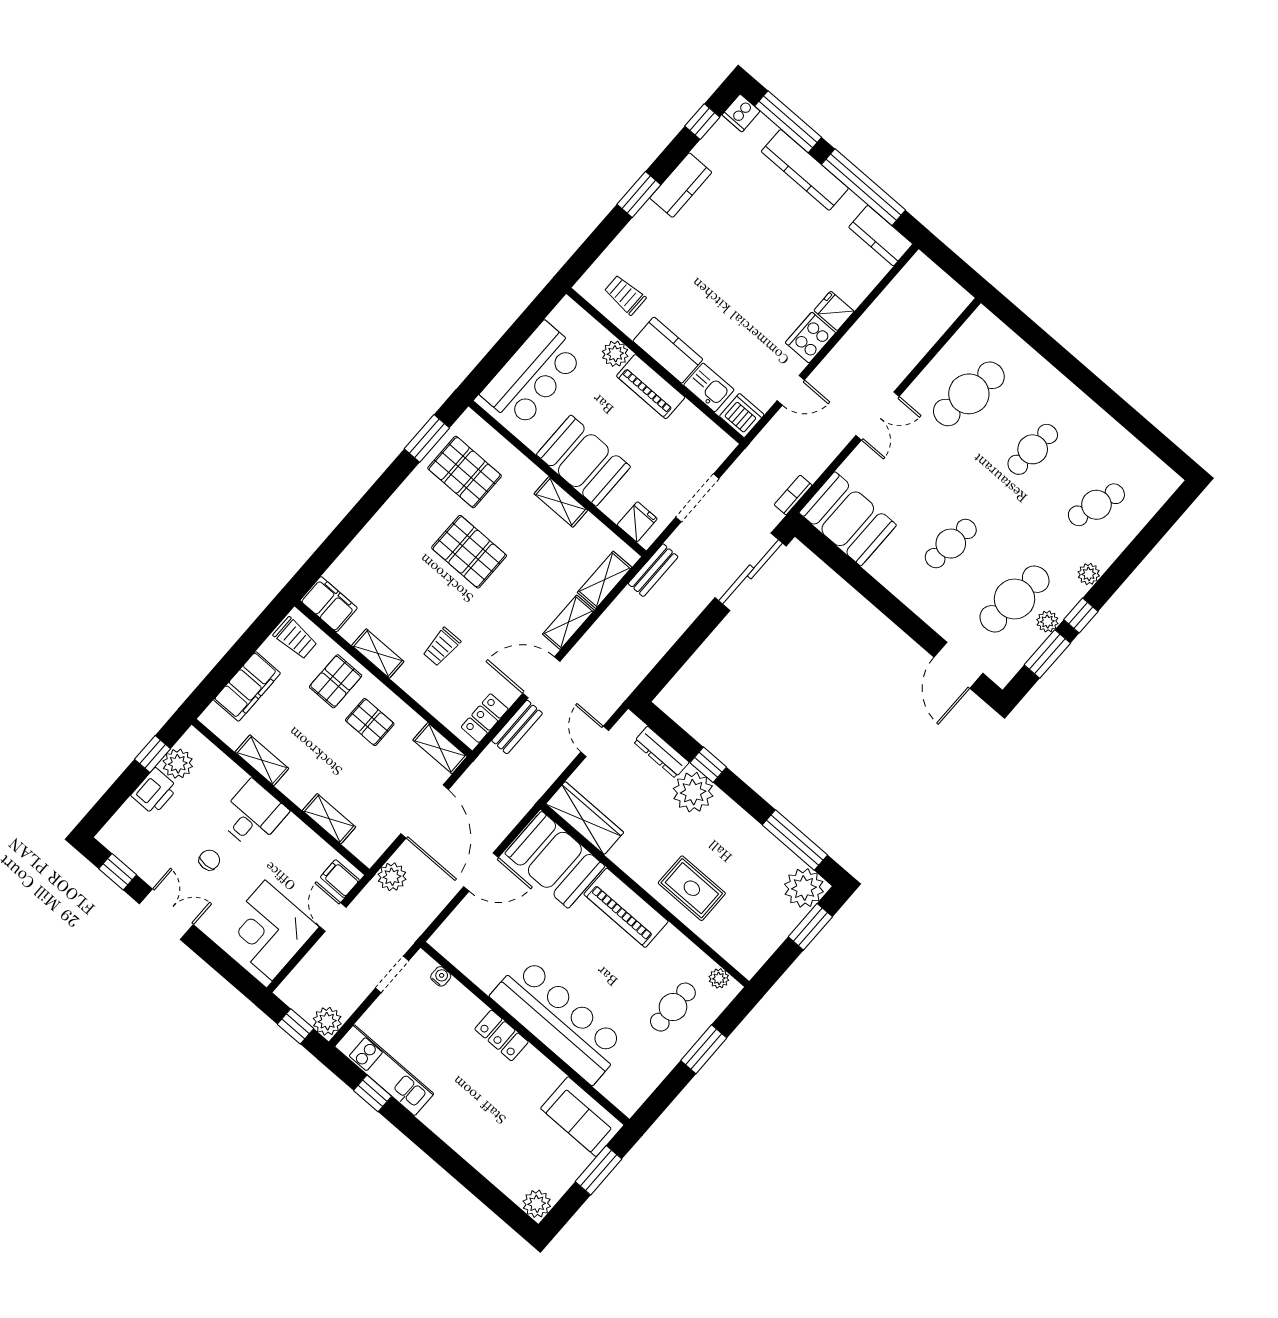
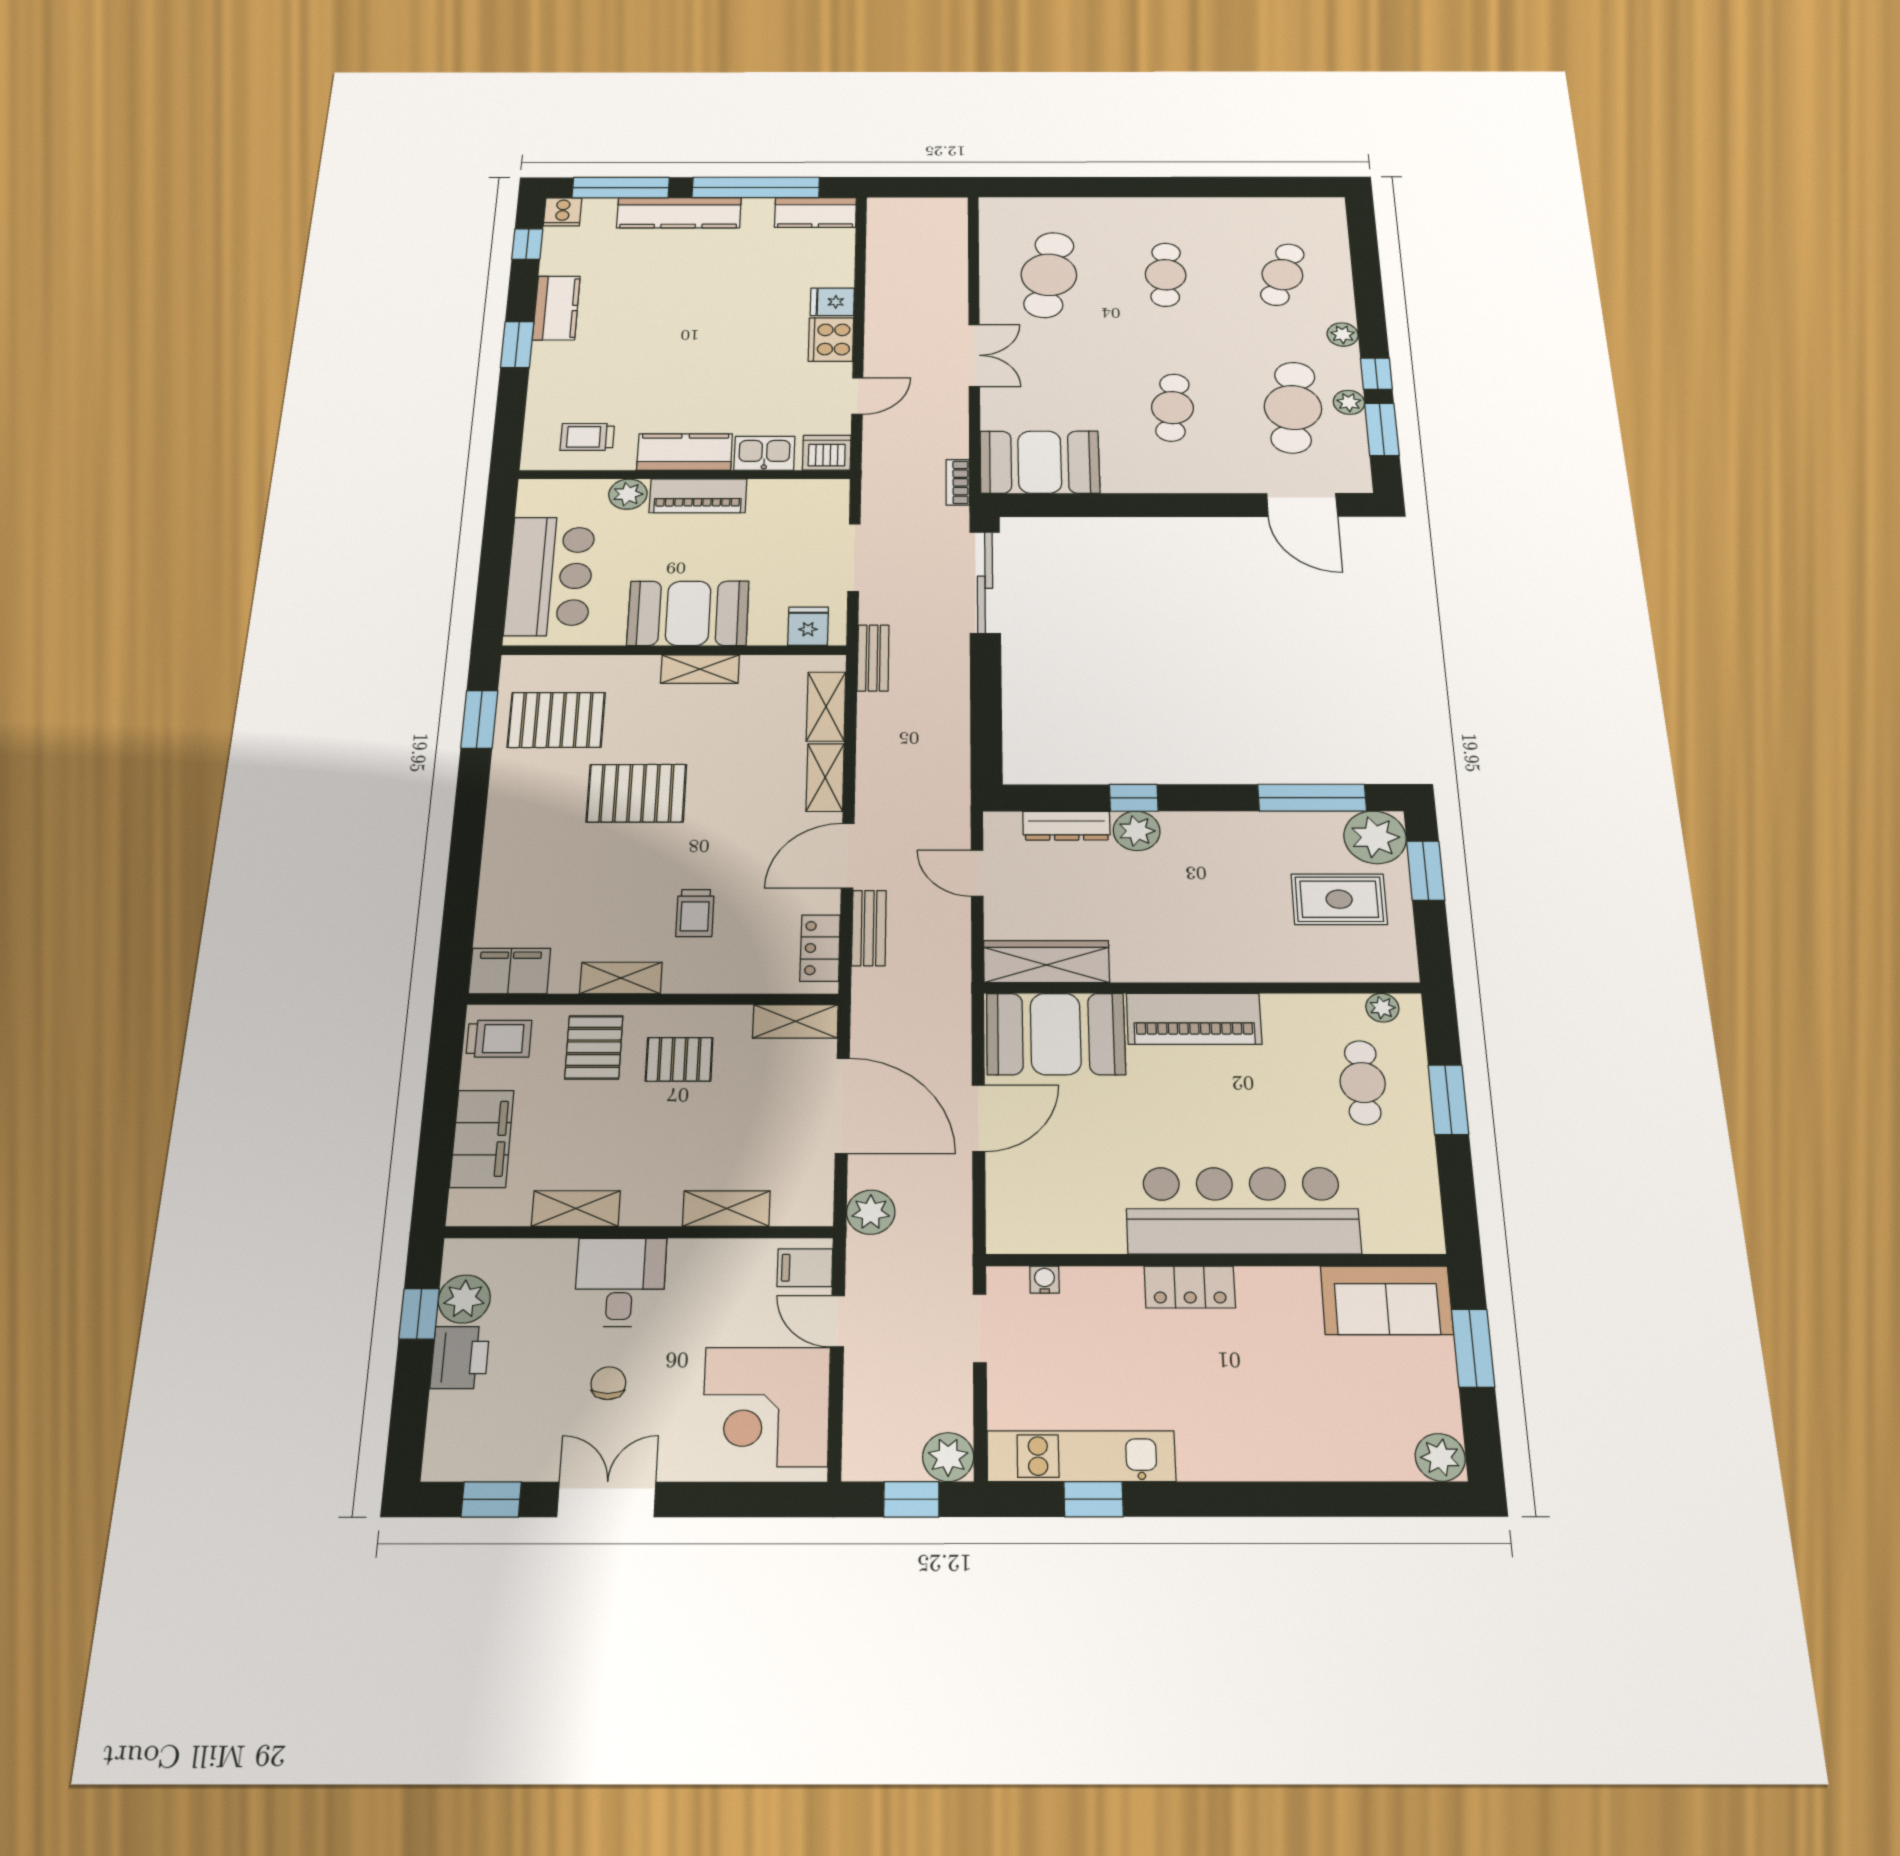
plant: (693, 792) -> (1137, 831), width x0.73, depth x0.73
rug: (692, 888) -> (1339, 899), moved

